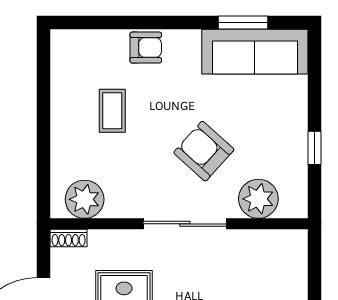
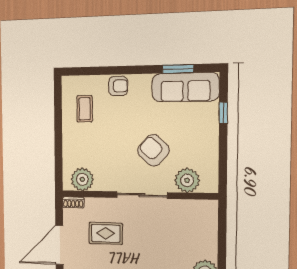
coffee table: (112, 111) -> (85, 109), moved
window: (315, 148) -> (223, 113), moved

